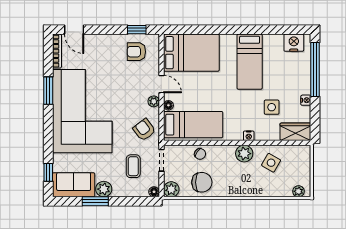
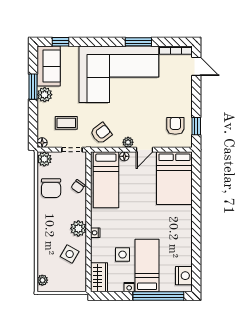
door: (74, 30) -> (196, 66), swing flipped
bed: (250, 62) -> (147, 265), moved, turned 90

